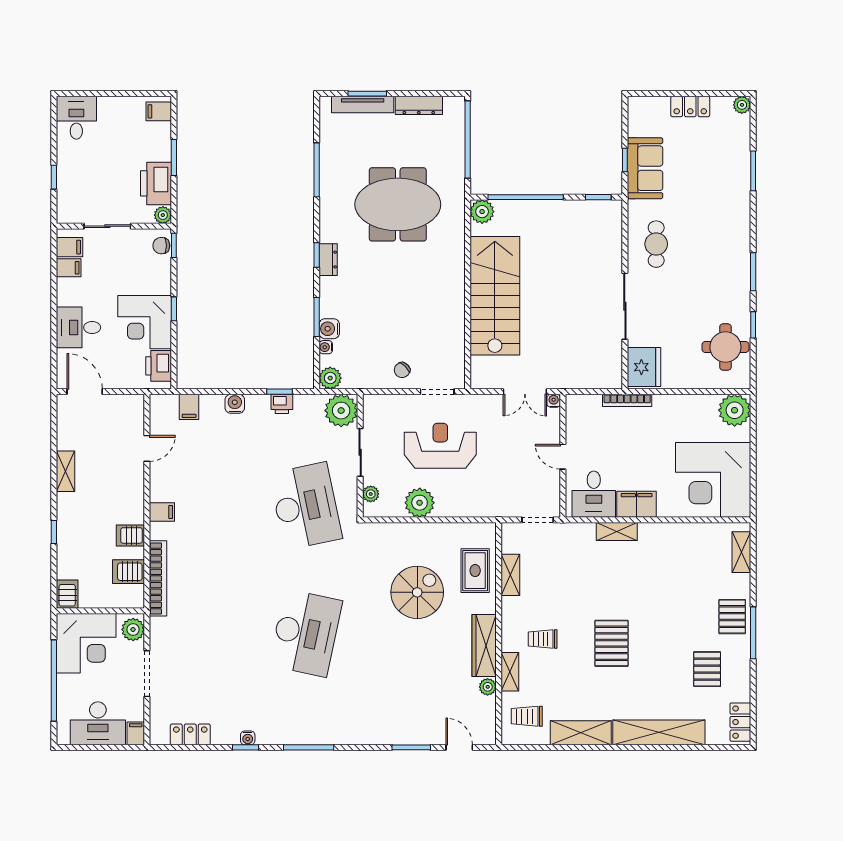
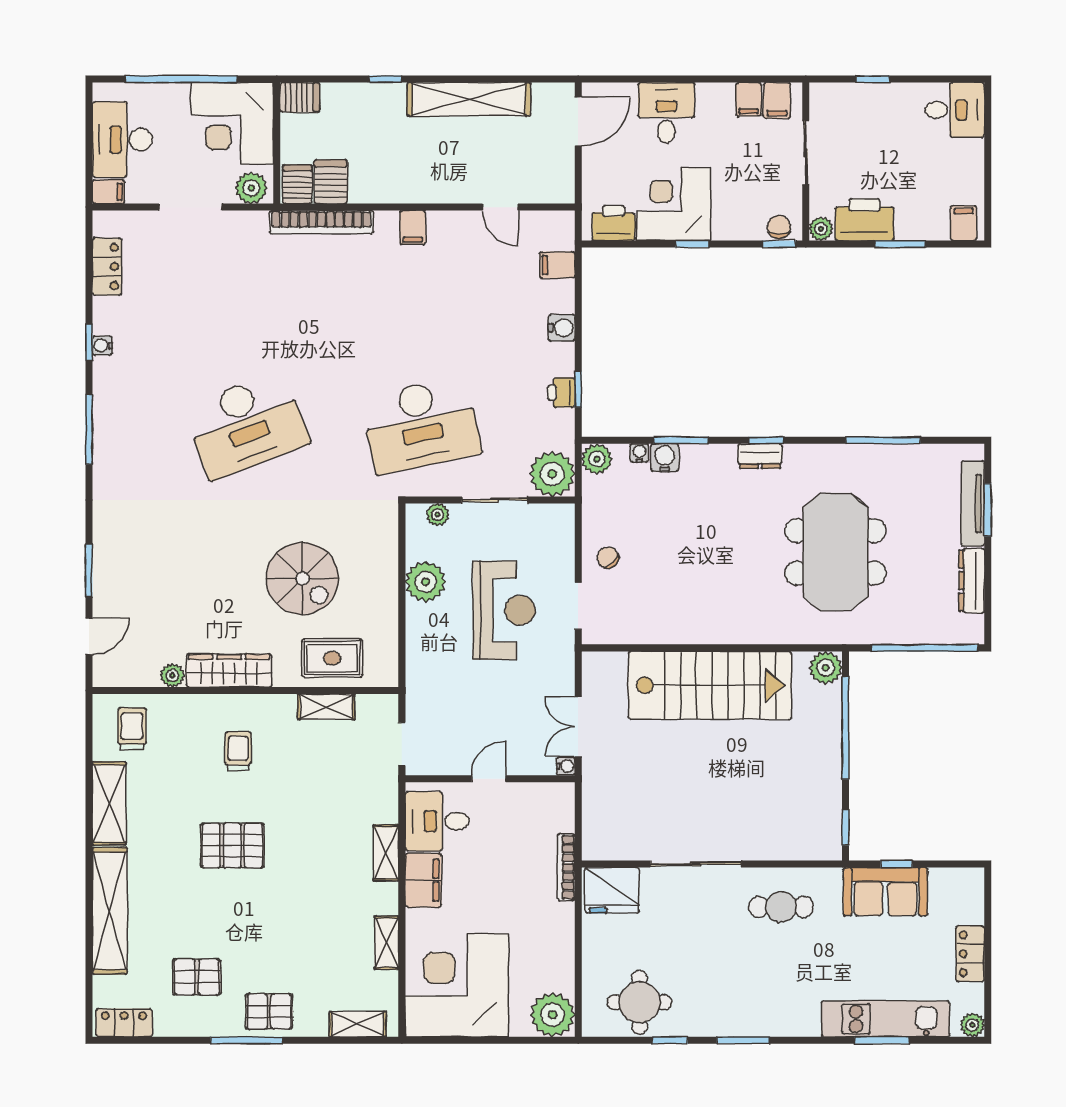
kitchen unit: (738, 168) -> (885, 1019), added
shelving: (66, 471) -> (469, 99), width x2.20, depth x1.33
server rack: (130, 535) -> (297, 184), moved
desk: (306, 633) -> (246, 425), turned -33
shelving: (510, 672) -> (386, 943), moved, turned 90

